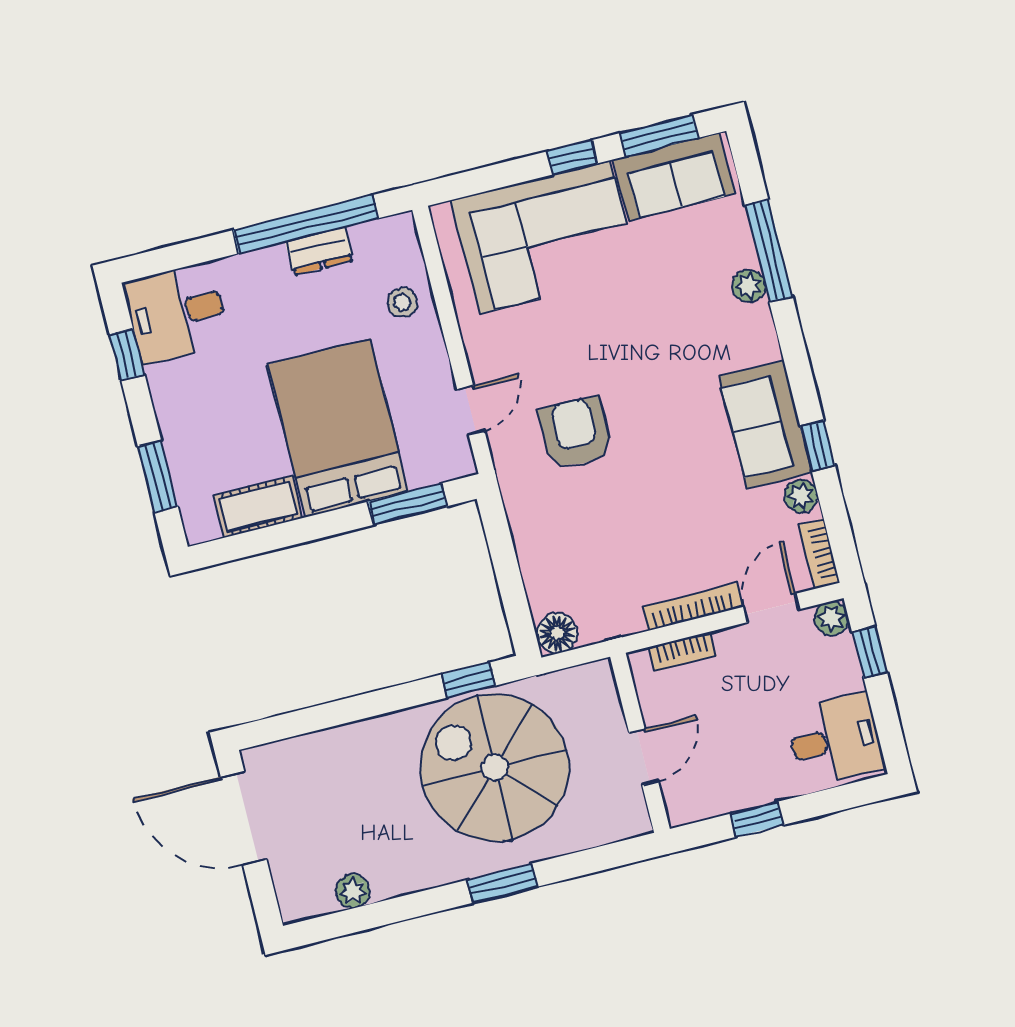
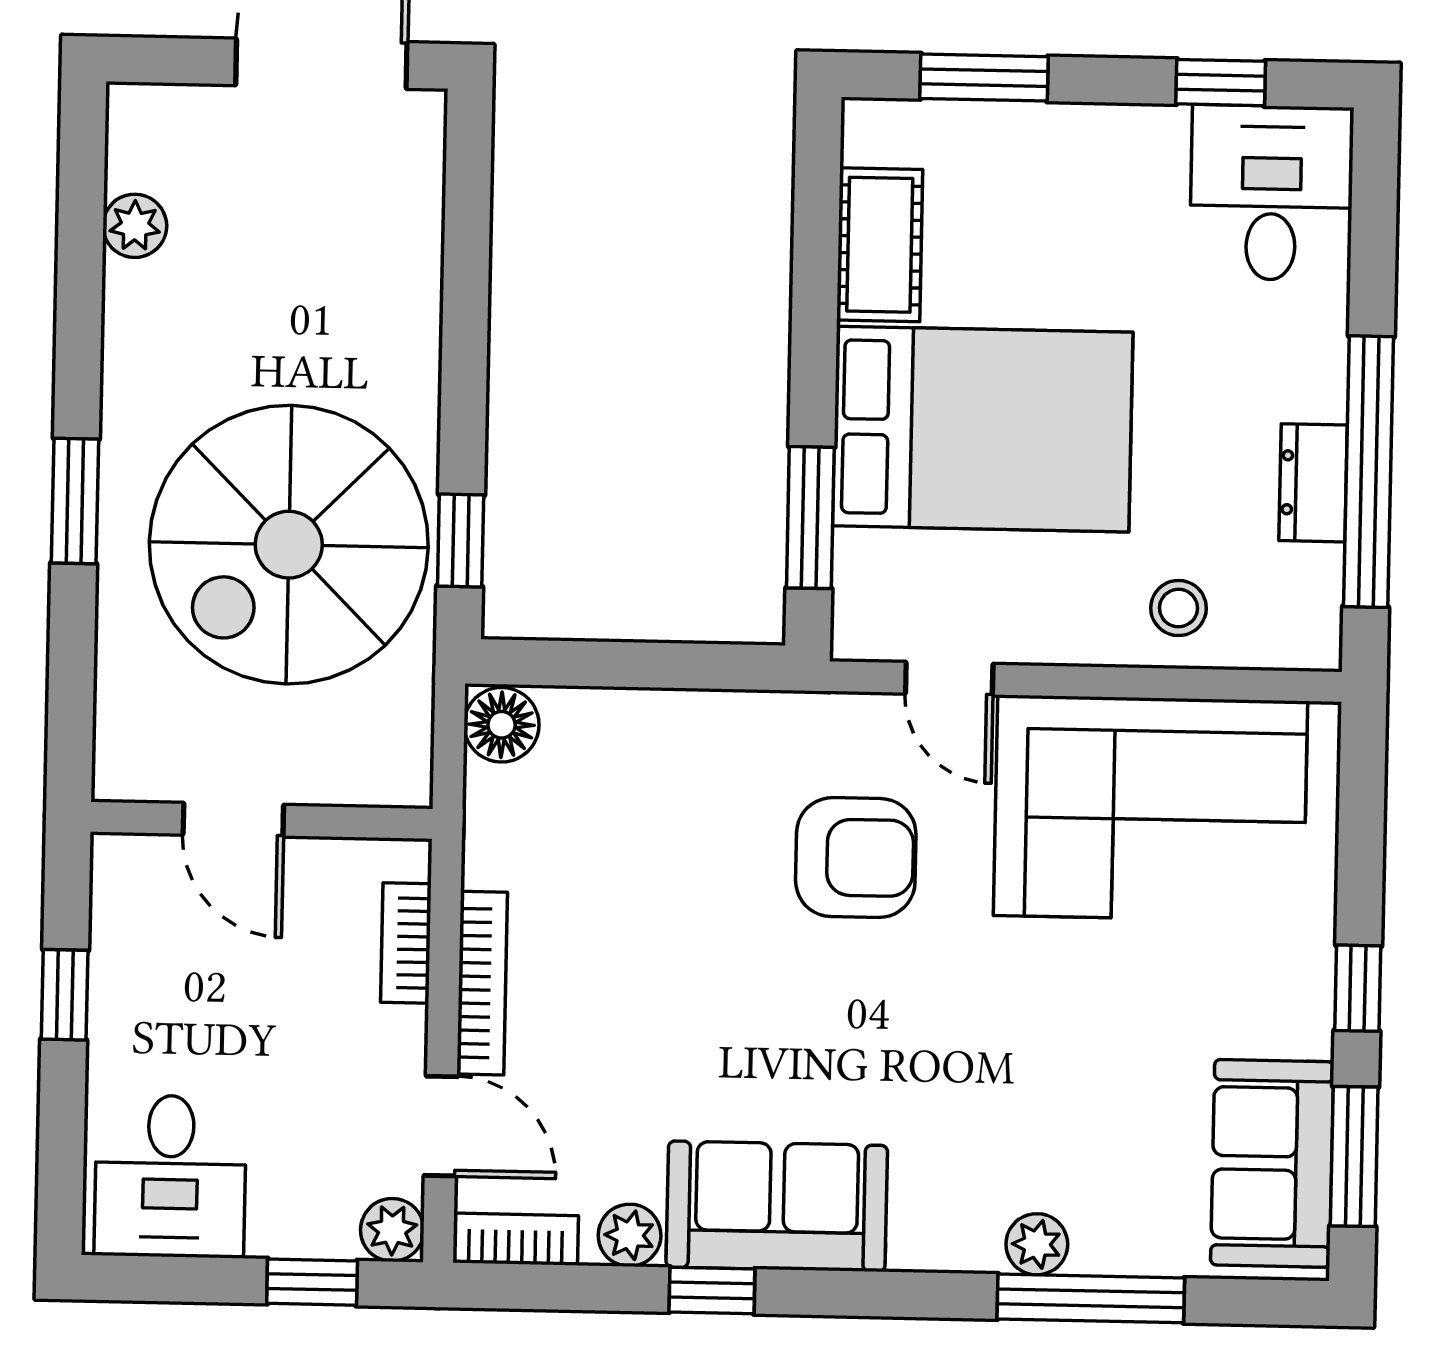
corner sofa: (545, 237) -> (1150, 808), moved, turned -90
spiral stairs: (495, 767) -> (289, 545), turned 180

